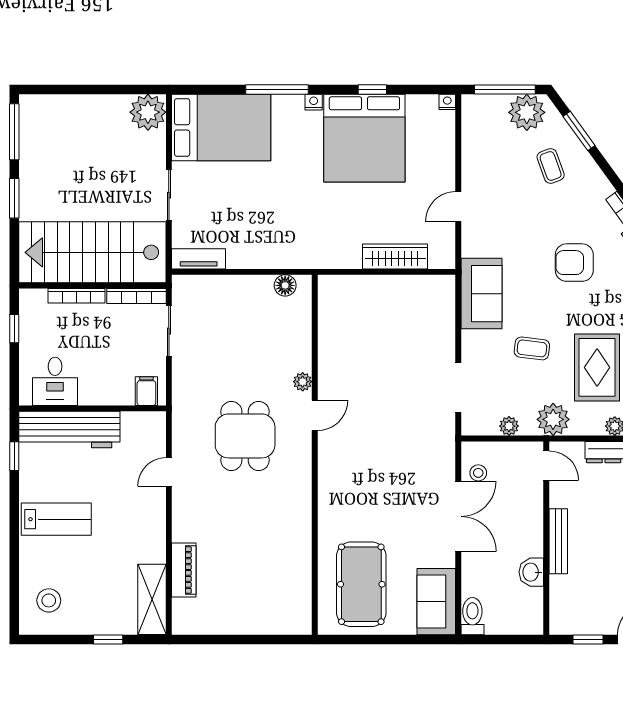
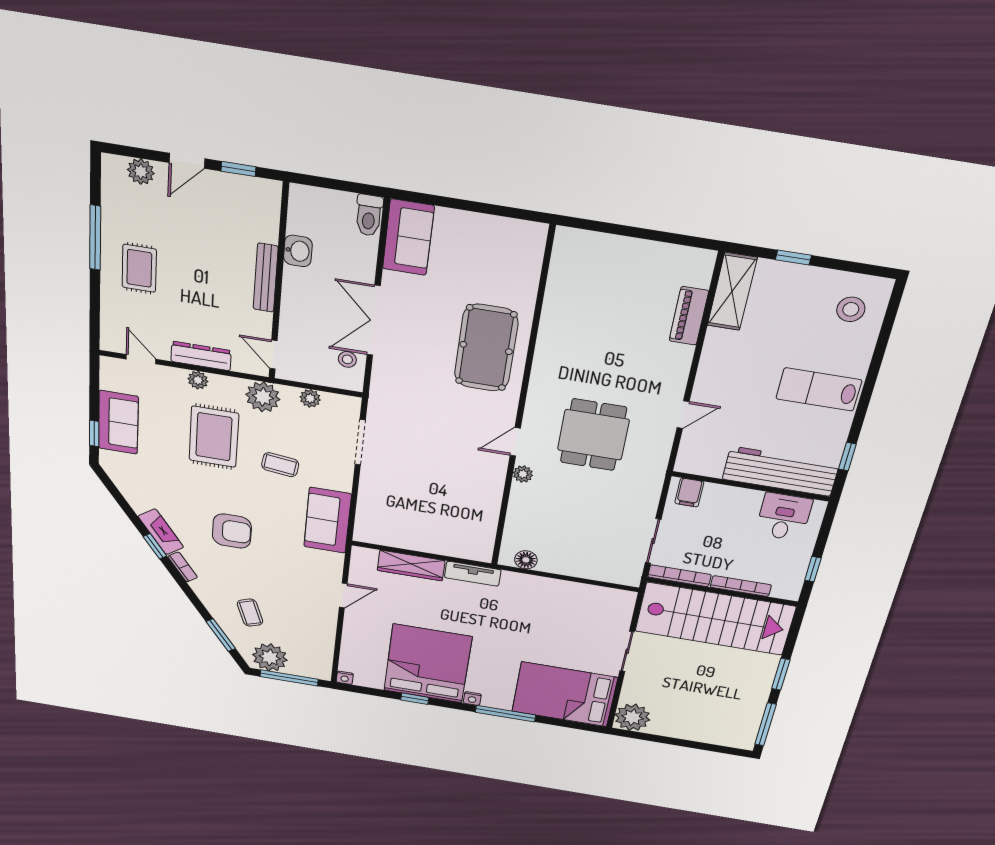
tv unit: (199, 259) -> (473, 574), moved
pool table: (361, 584) -> (486, 348), moved

